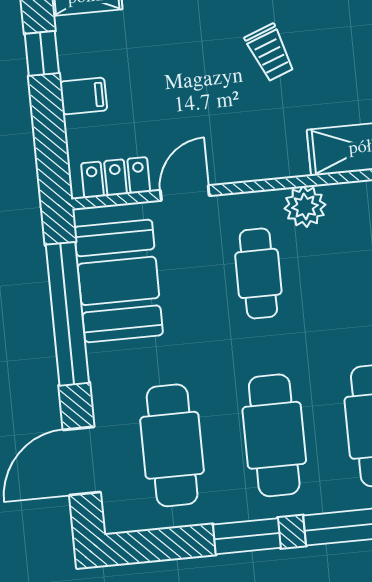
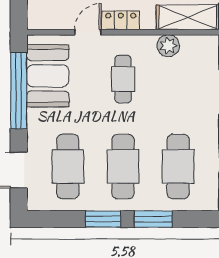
locker: (116, 178) -> (121, 20), moved
plant: (305, 207) -> (168, 46), moved

